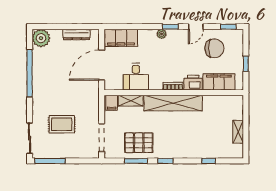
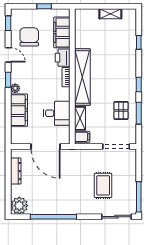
filing cabinet: (121, 38) -> (19, 110), moved
pallet: (139, 143) -> (121, 110), width x0.67, depth x0.71

